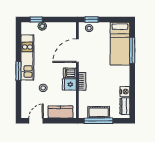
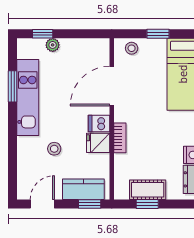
window: (92, 19) -> (158, 34), moved
window: (18, 71) -> (13, 86), moved
window: (64, 121) -> (90, 204), added
window: (98, 121) -> (147, 204), width x0.46

